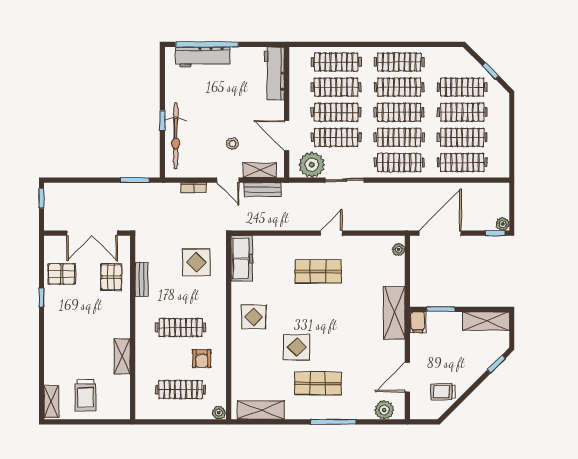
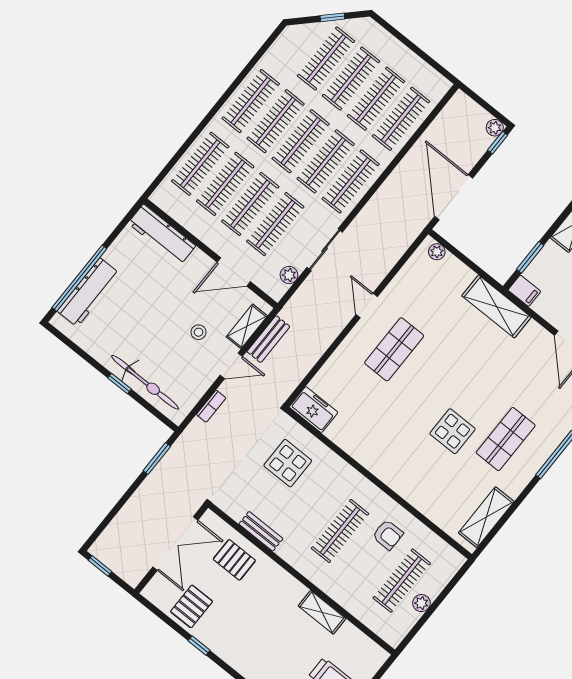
plant: (312, 165) -> (289, 275), width x0.53, depth x0.53
freezer: (242, 258) -> (314, 410), width x0.71
display table: (254, 317) -> (388, 450), removed
plant: (219, 413) -> (421, 603), moved

